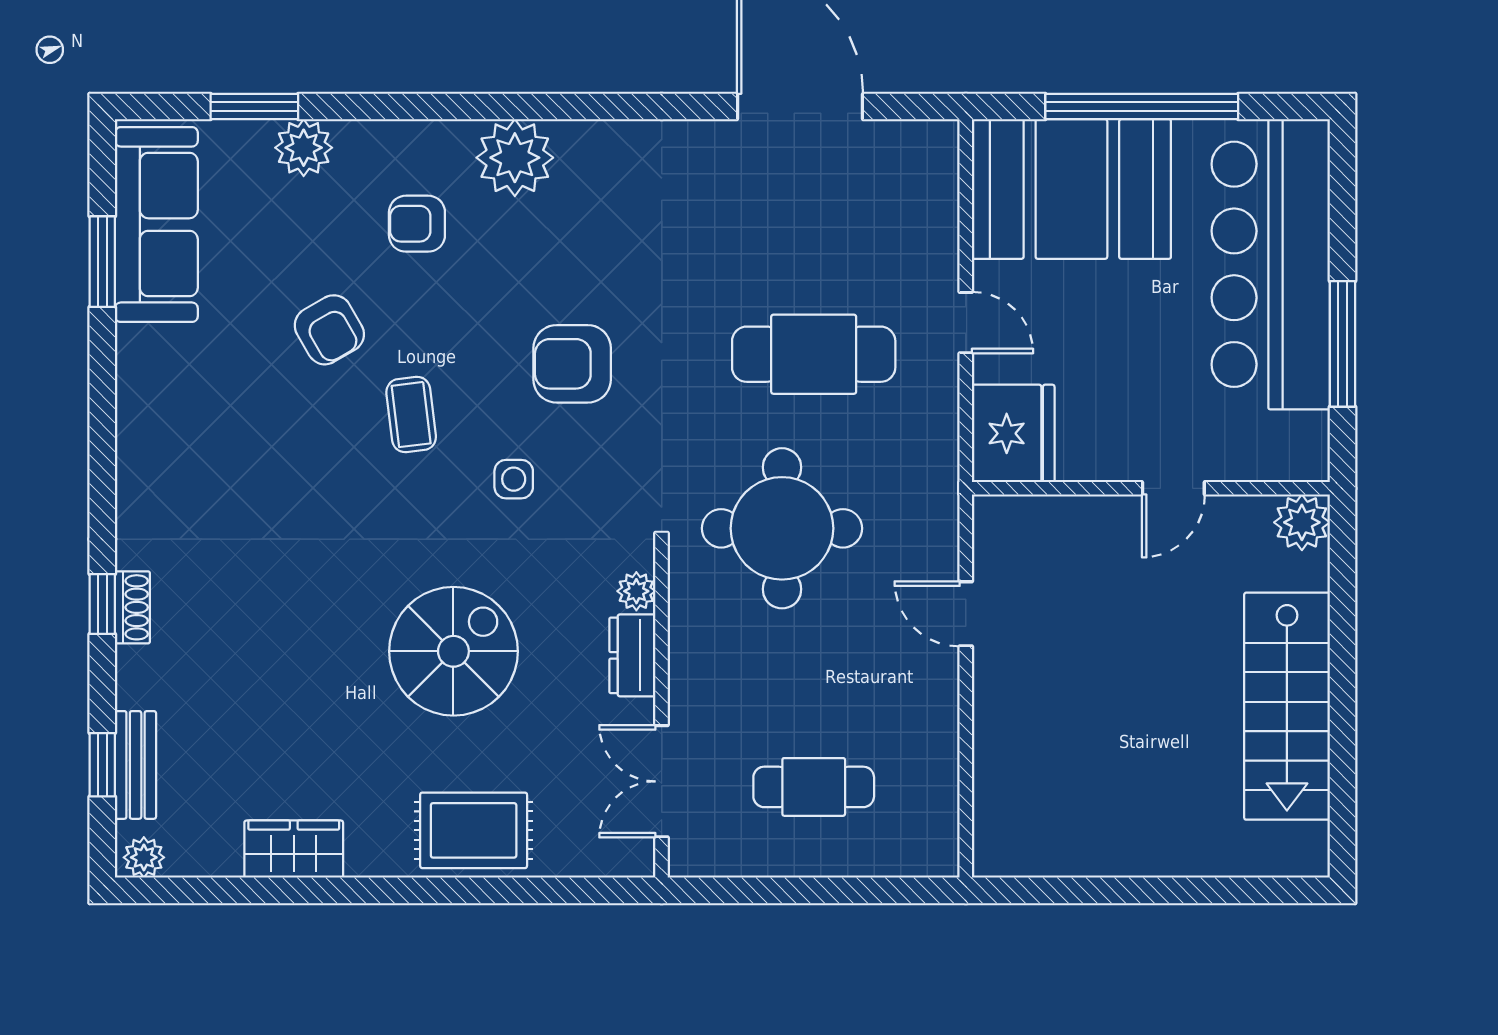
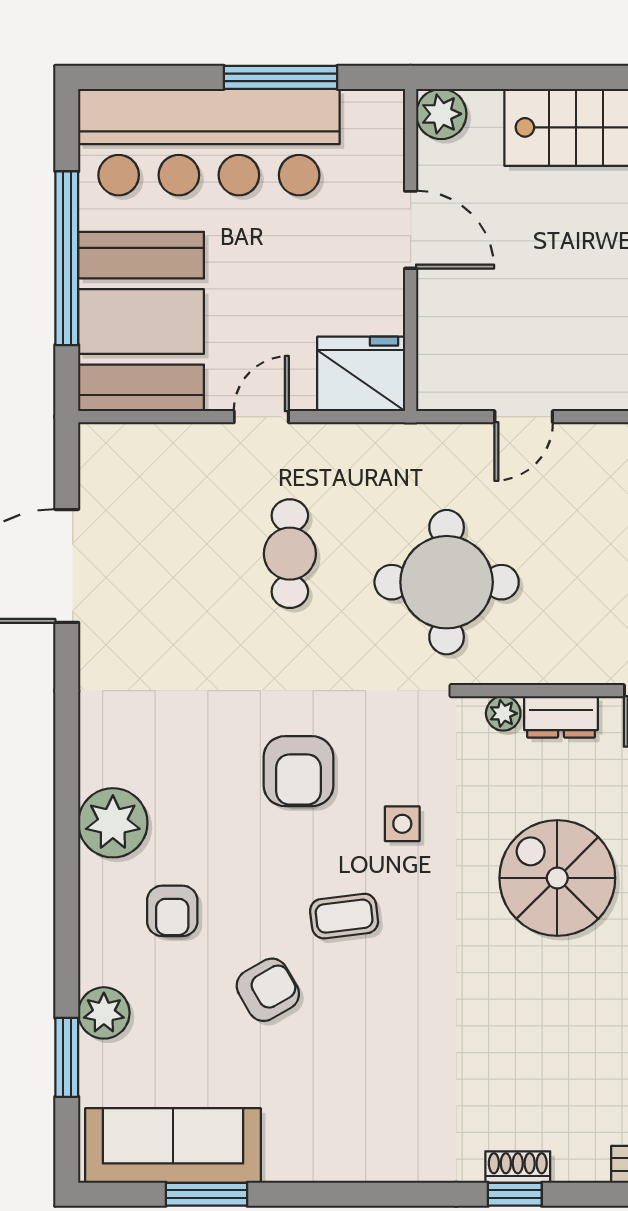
cafe table: (814, 354) -> (290, 554), width x0.73, depth x0.74
door: (1173, 488) -> (411, 230), width x1.38

